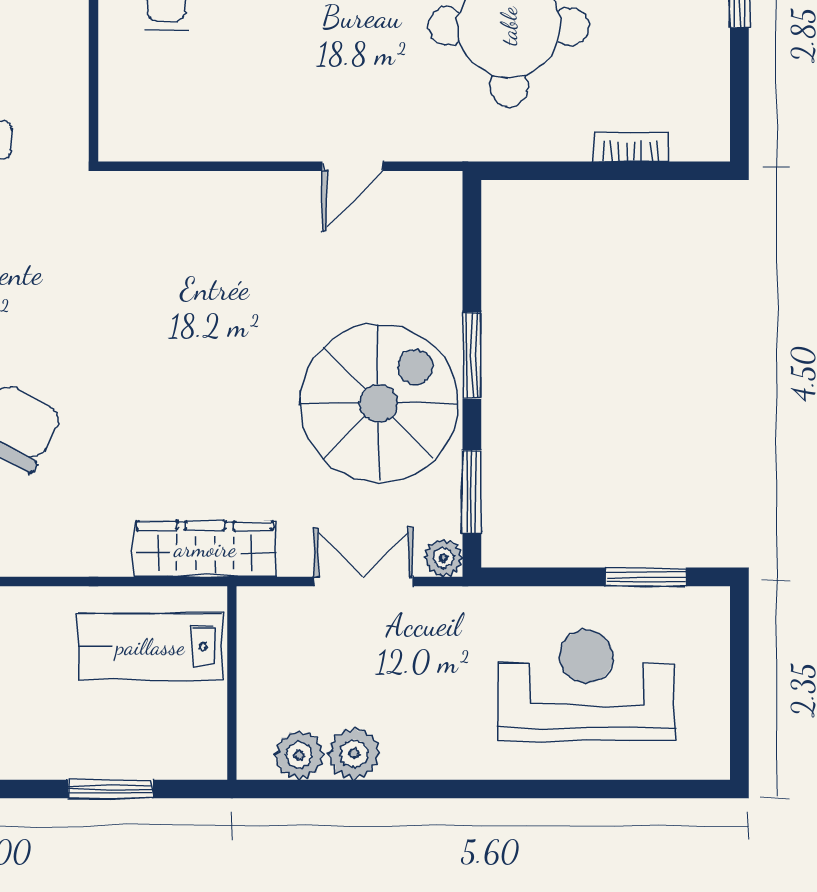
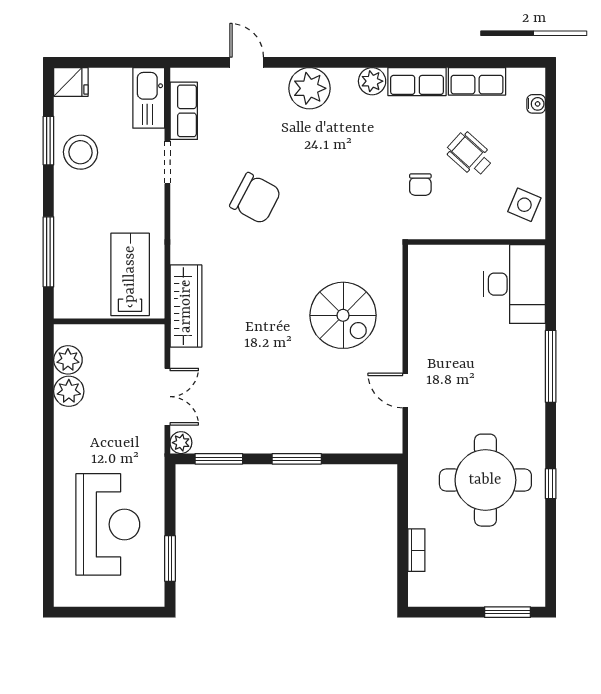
spiral stairs: (379, 403) -> (343, 315), moved, width x0.73, depth x0.73
window: (111, 789) -> (48, 252), width x1.44

